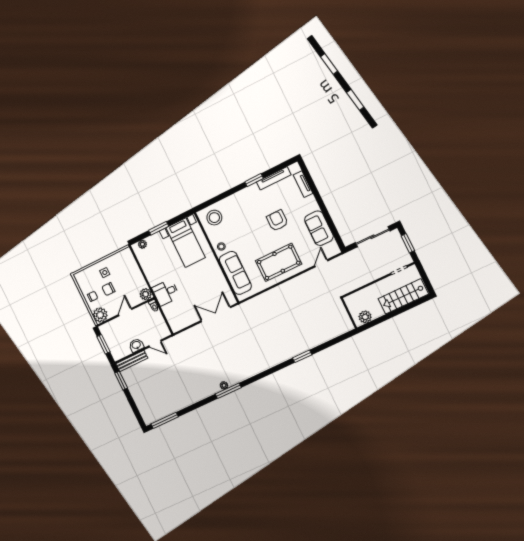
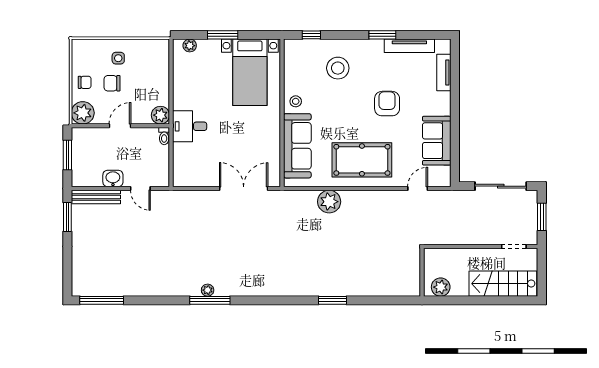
window: (211, 202) -> (311, 35), added
stool: (214, 218) -> (338, 68), moved
plant: (271, 297) -> (329, 202), added

